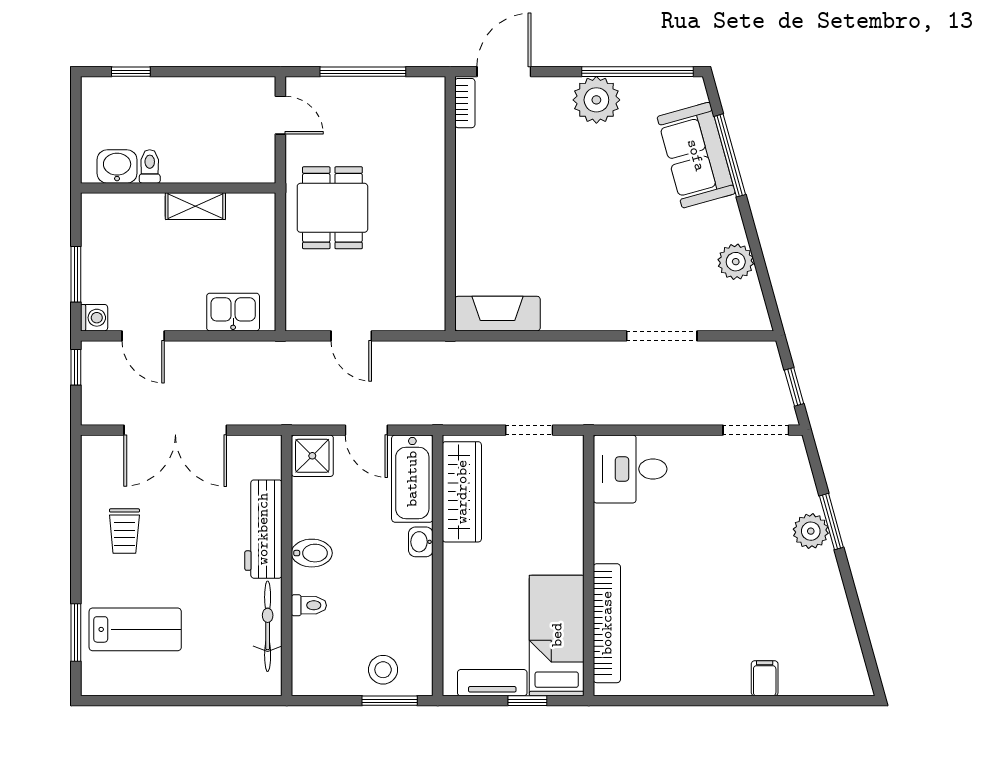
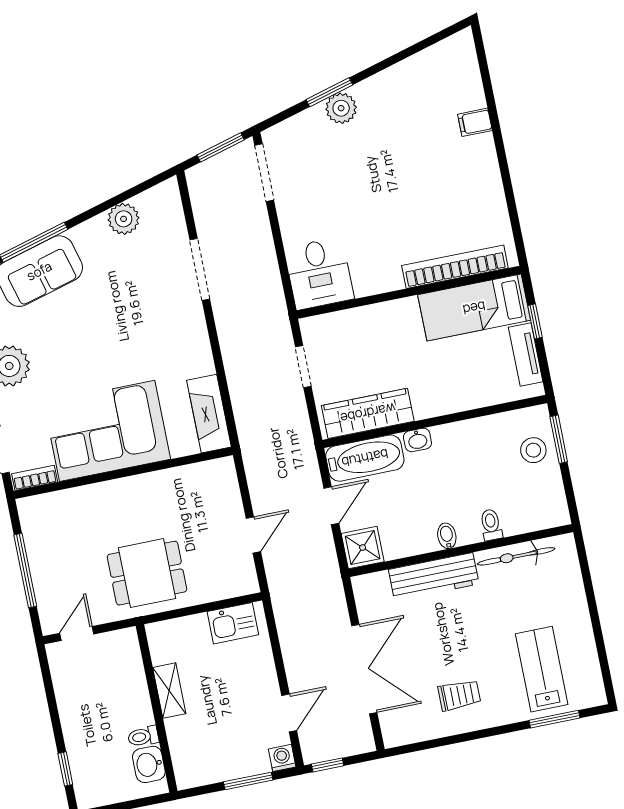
corner sofa: (501, 195) -> (107, 431), added
kitchen sink: (233, 312) -> (233, 623), moved, turned -90
window: (794, 387) -> (221, 147), width x1.50
bidet: (312, 553) -> (447, 536), width x0.72, depth x0.74

